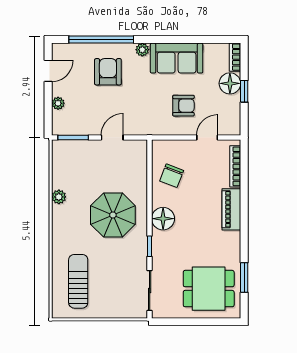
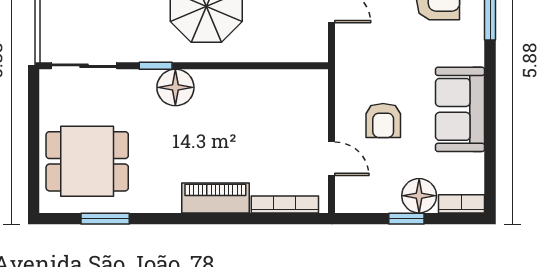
plant: (142, 50) -> (474, 54), removed
chair: (172, 176) -> (270, 101), removed
floor lamp: (163, 219) -> (175, 87), moved
dining table: (209, 289) -> (87, 161), turned 90

